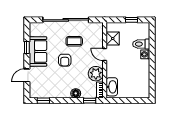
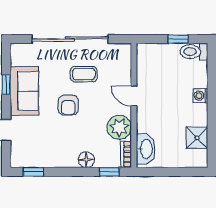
shower: (113, 39) -> (197, 138), moved
toilet: (141, 44) -> (194, 52), moved

